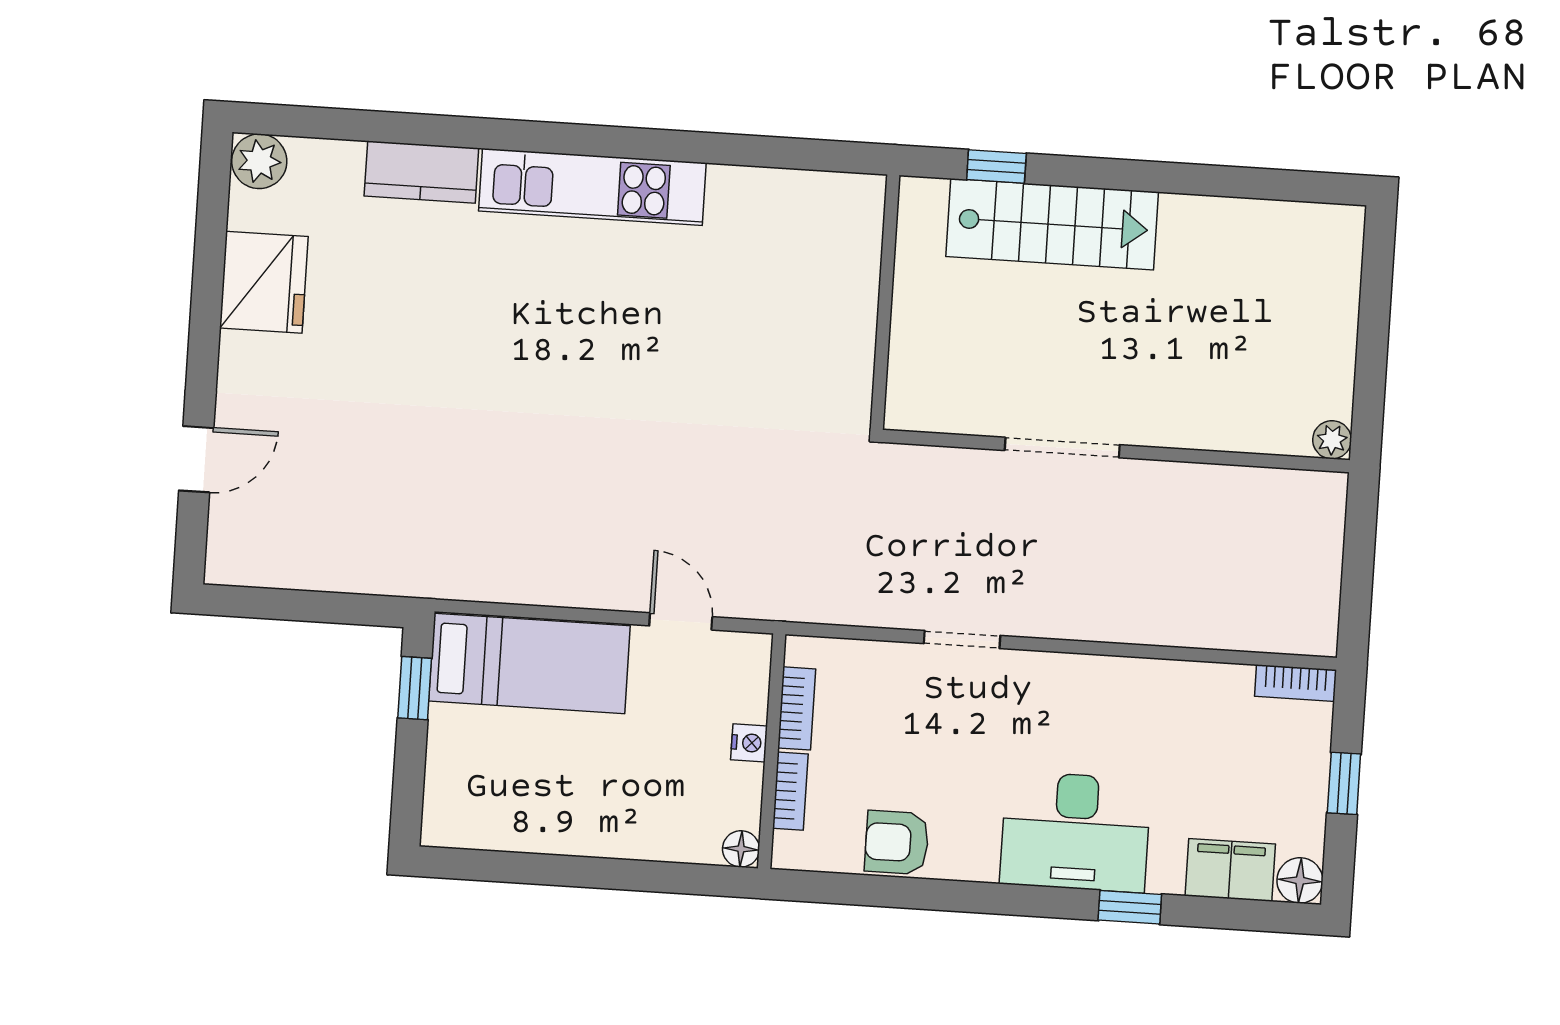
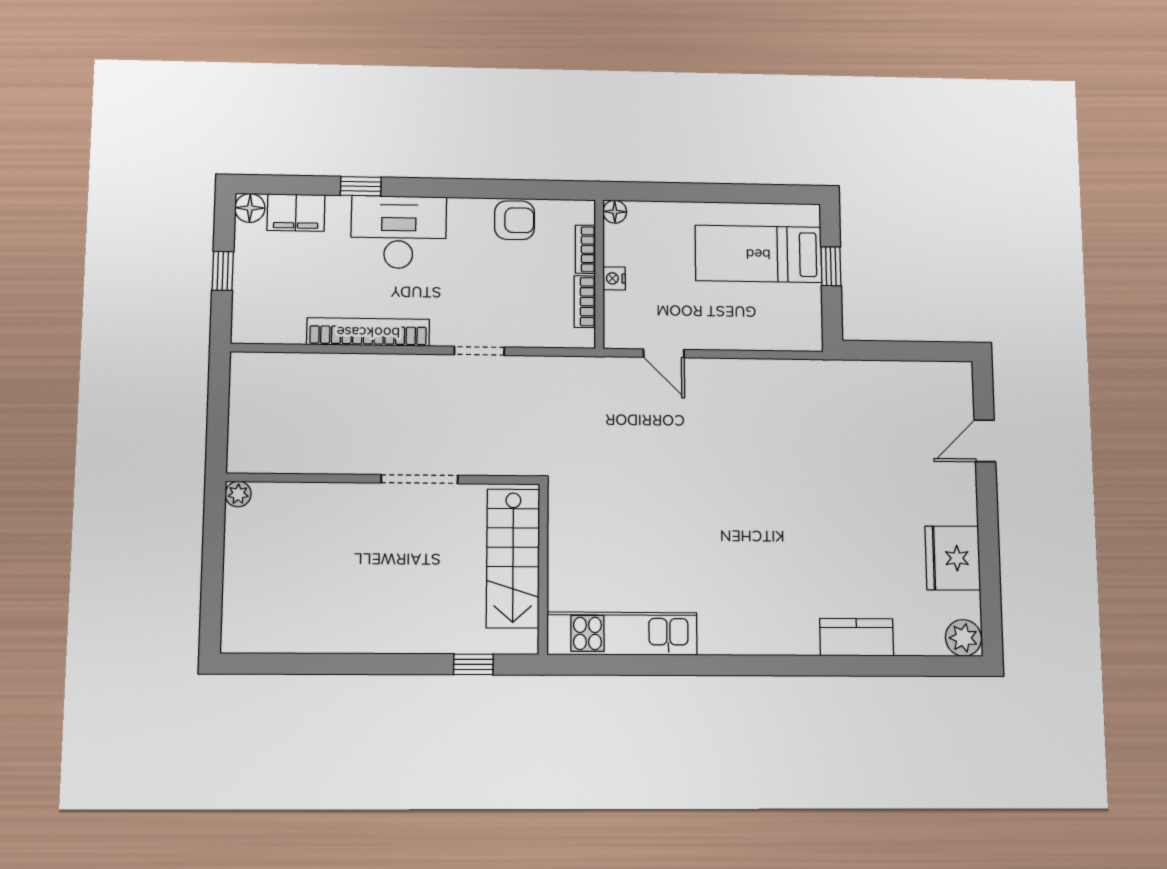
kitchen unit: (592, 187) -> (622, 634), moved
stairs: (1052, 224) -> (513, 558), moved, turned -90
bed: (529, 663) -> (758, 254), moved
bookcase: (1295, 683) -> (368, 332), moved, width x2.31, depth x1.31
window: (415, 688) -> (831, 266), moved

